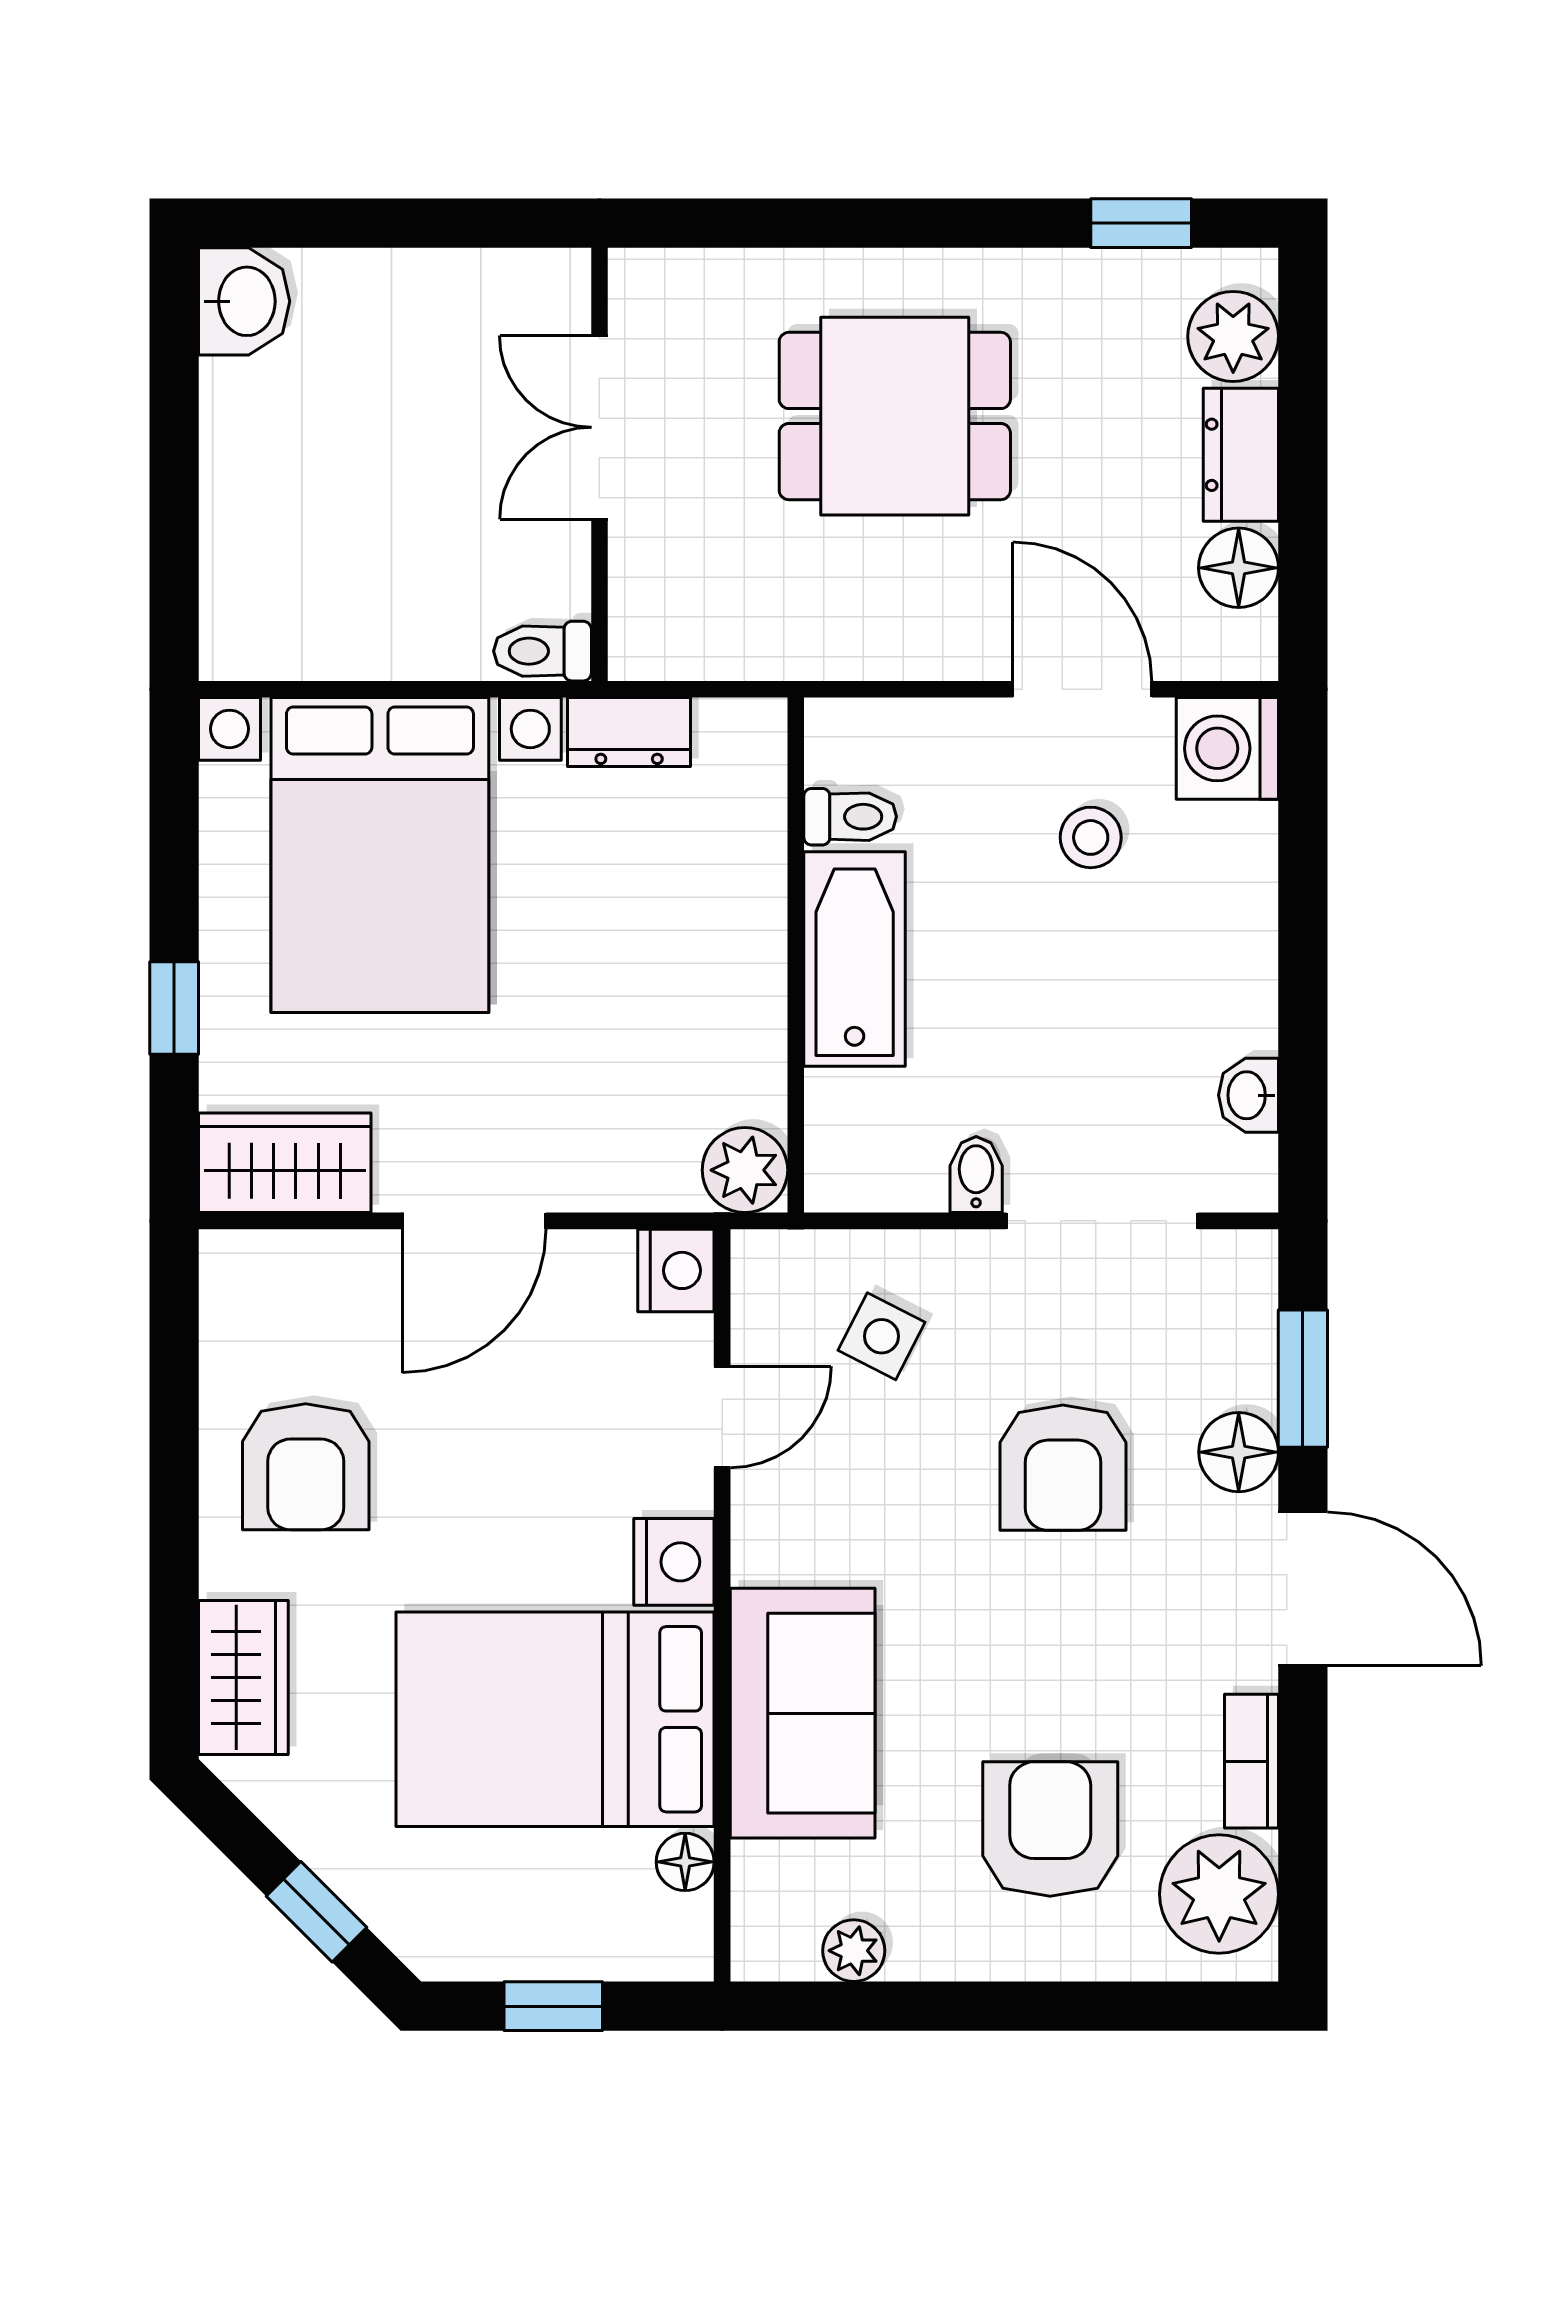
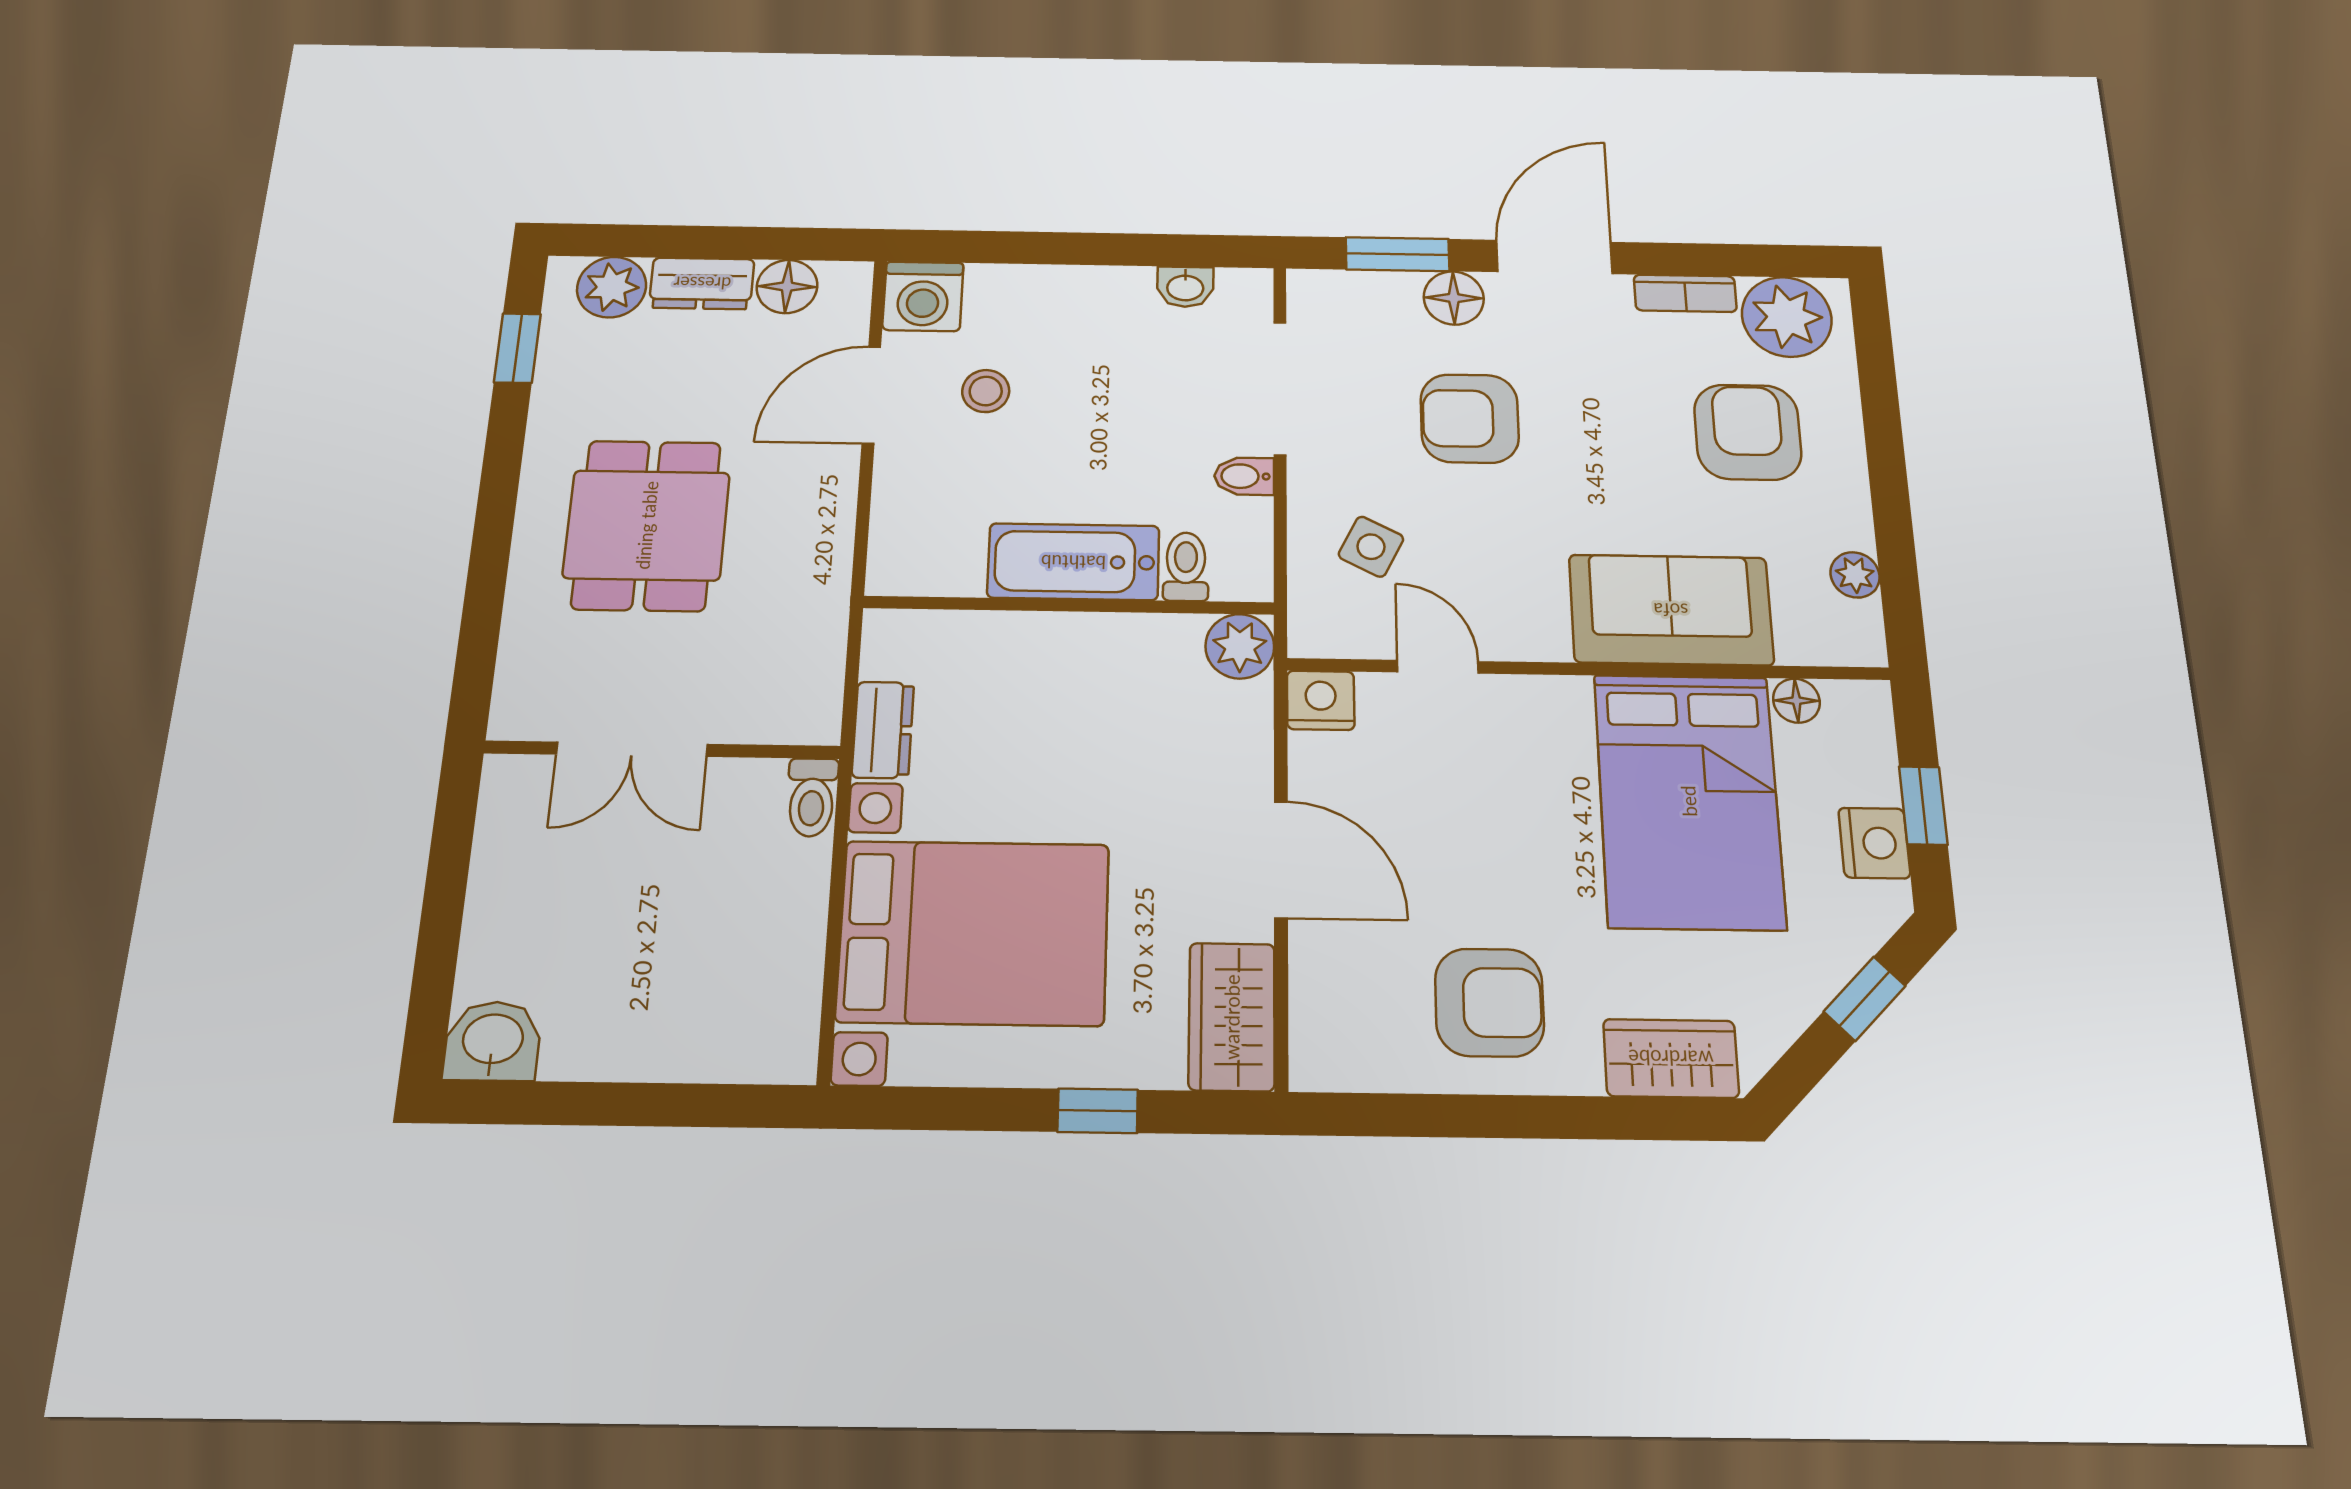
toilet: (850, 817) -> (1186, 567), moved
armchair: (1063, 1468) -> (1470, 418), turned 180
nightstand: (674, 1562) -> (1874, 843), moved, turned 90
armchair: (1050, 1829) -> (1748, 432), turned 90

